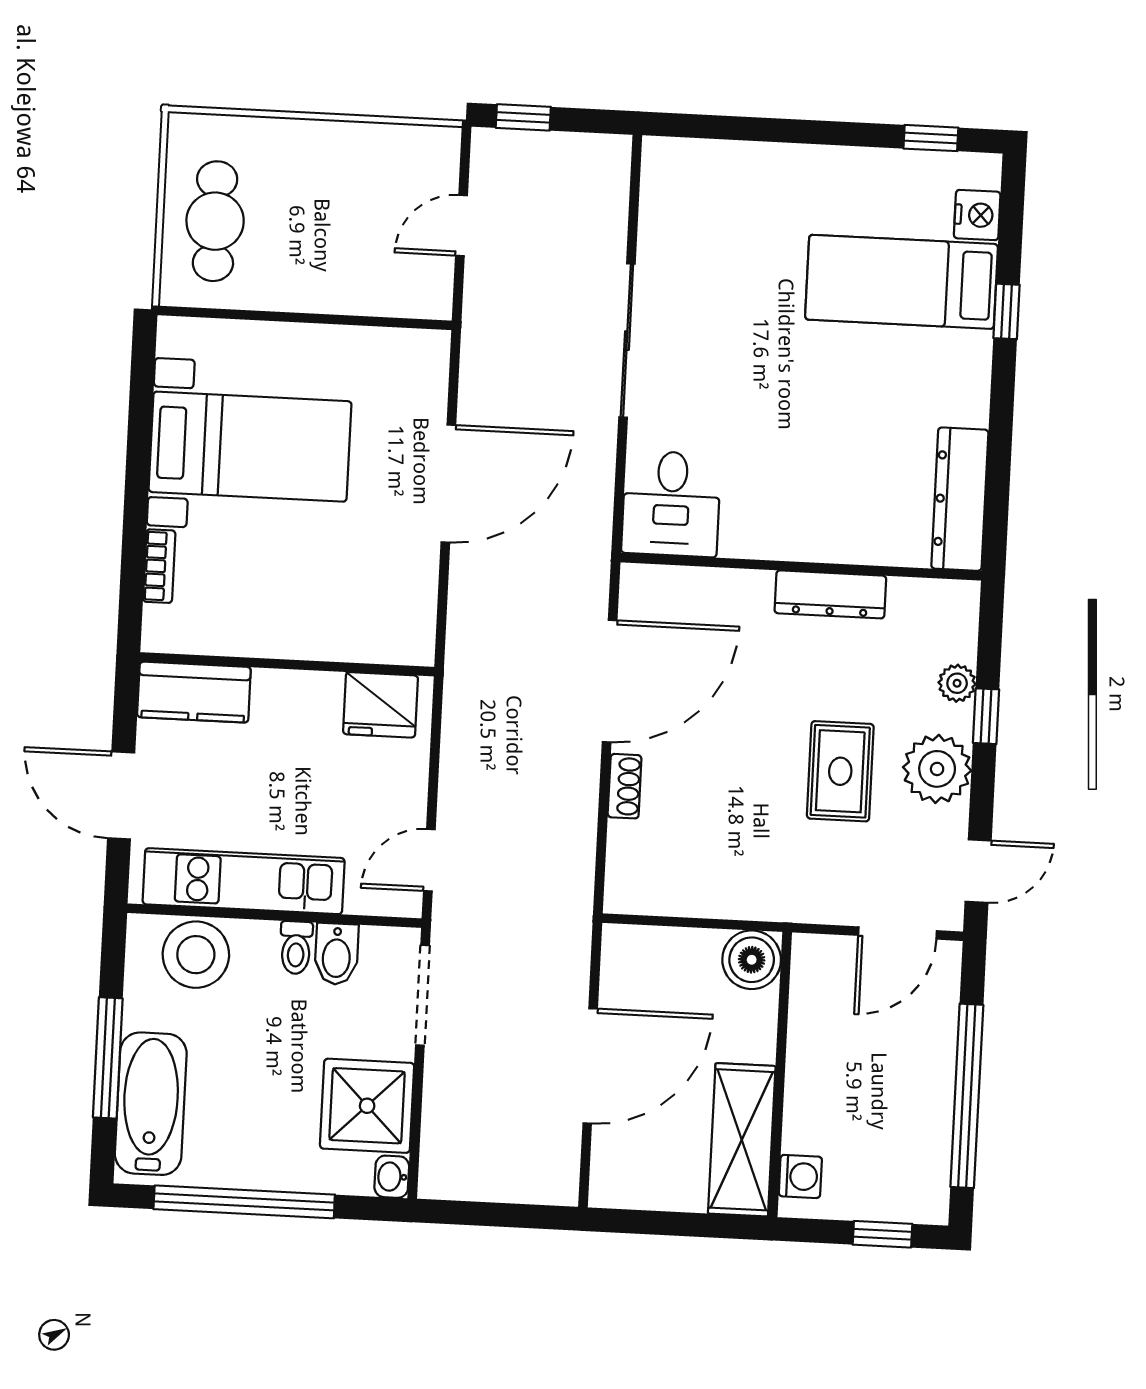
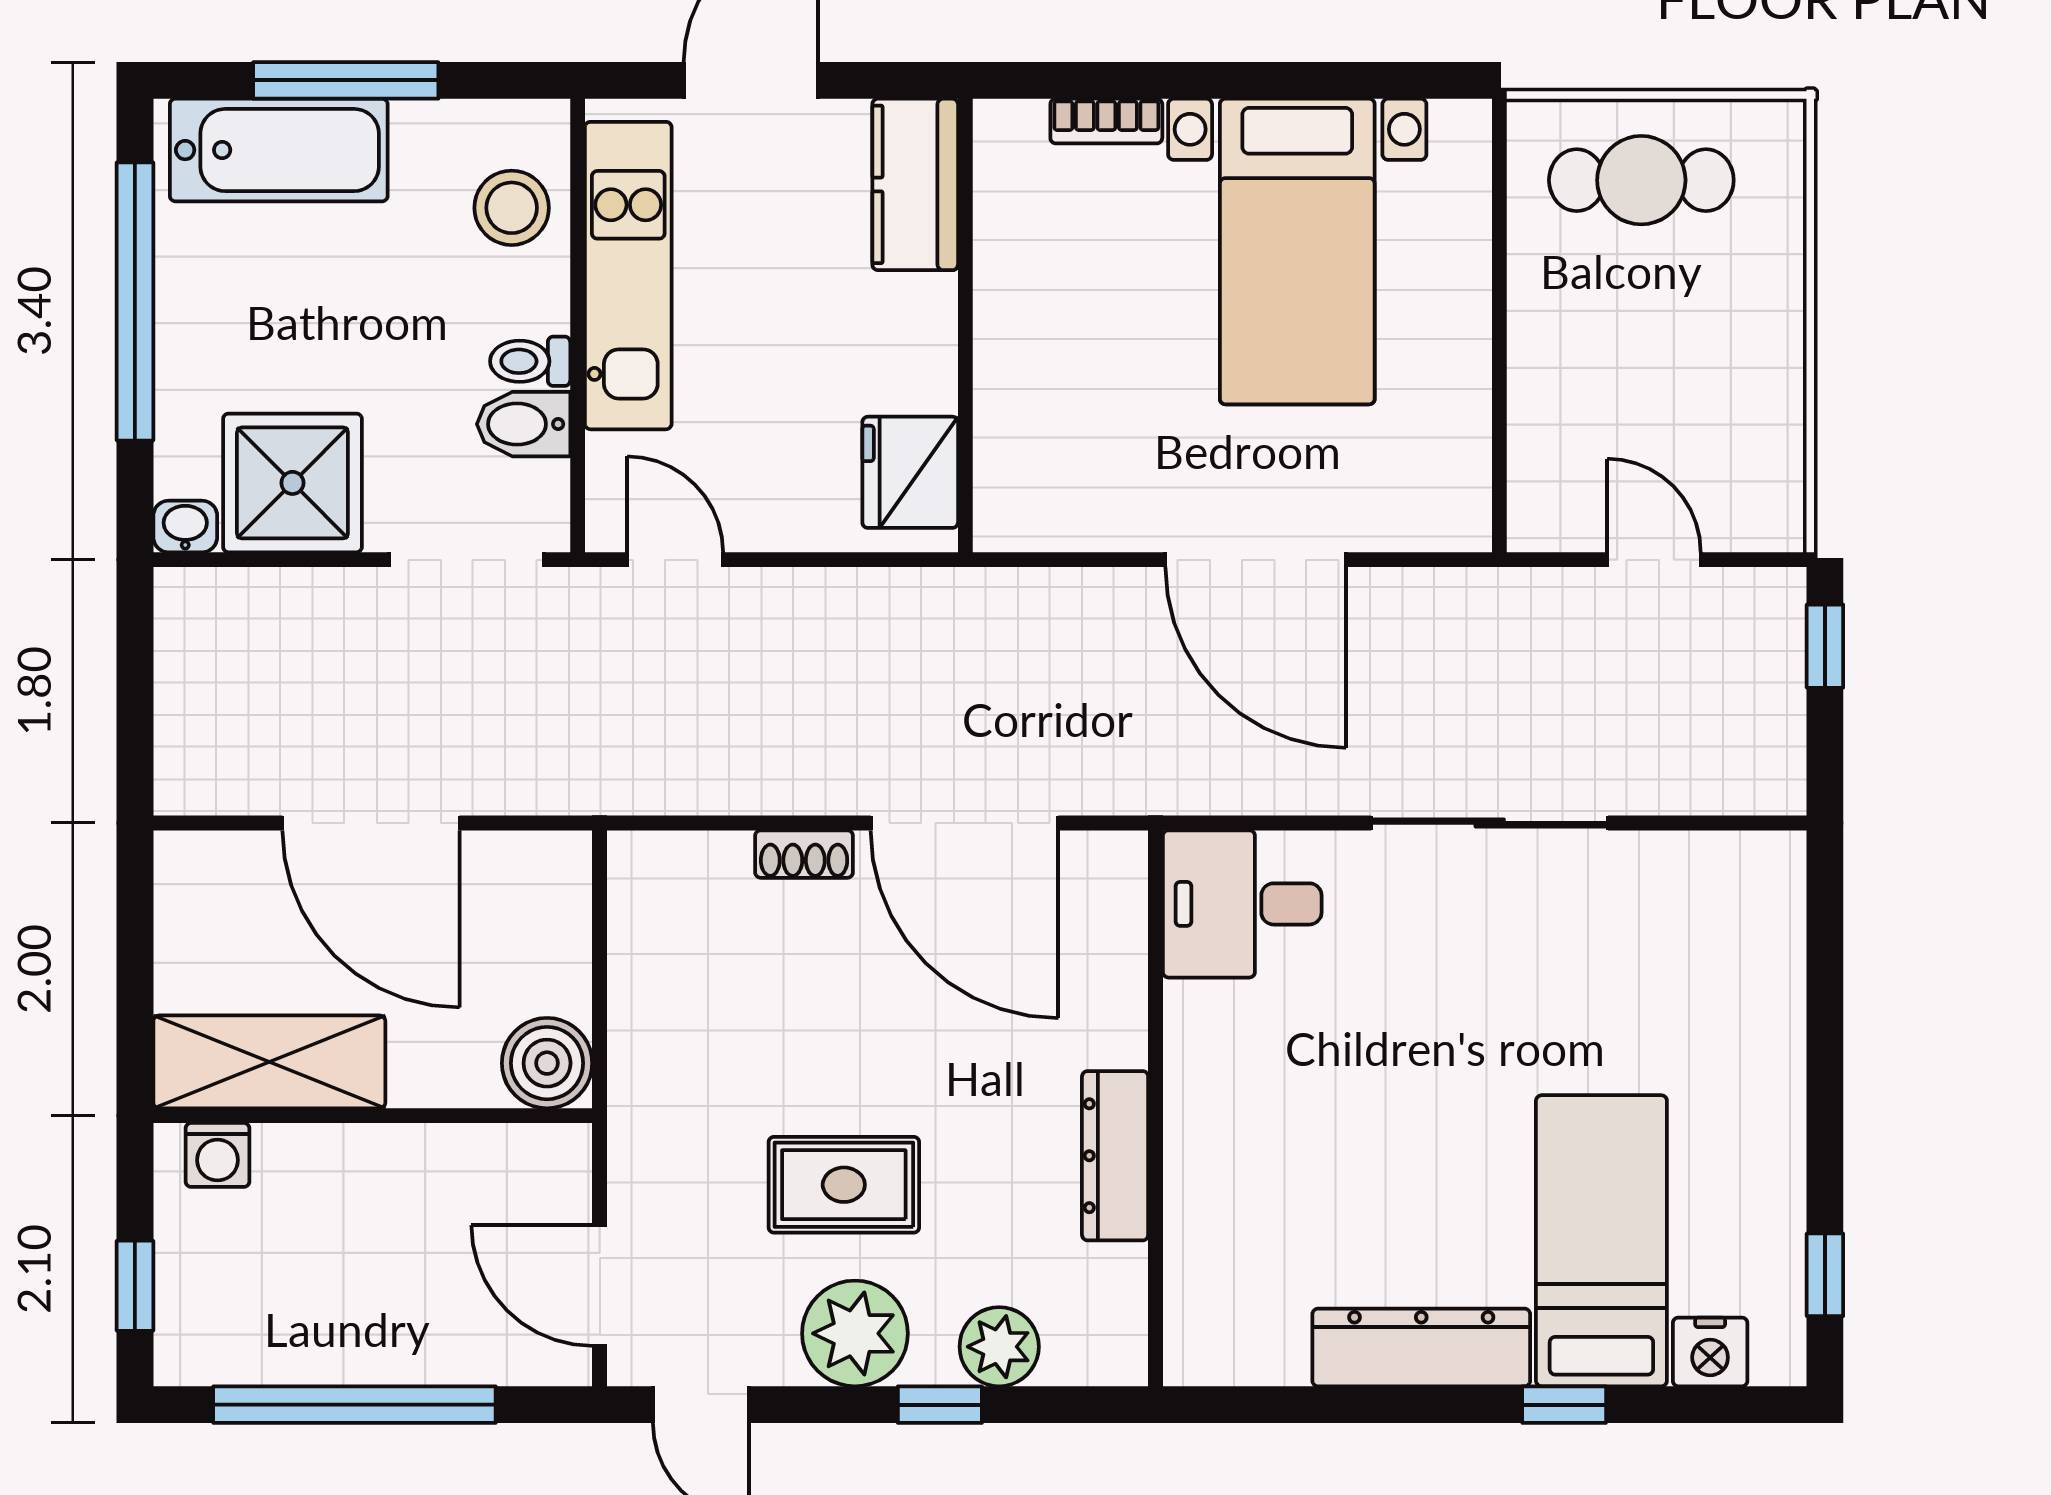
dresser: (960, 499) -> (1421, 1347), moved
plant: (957, 683) -> (999, 1347), width x1.38, depth x1.38
stool: (196, 955) -> (512, 208), width x0.73, depth x0.73

